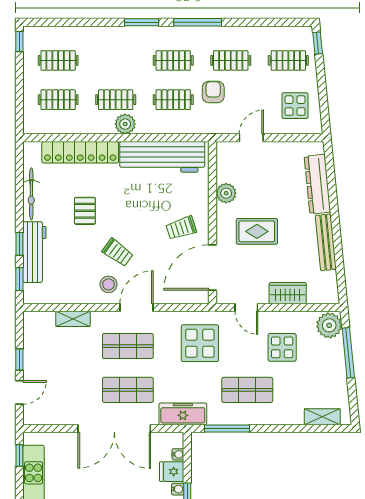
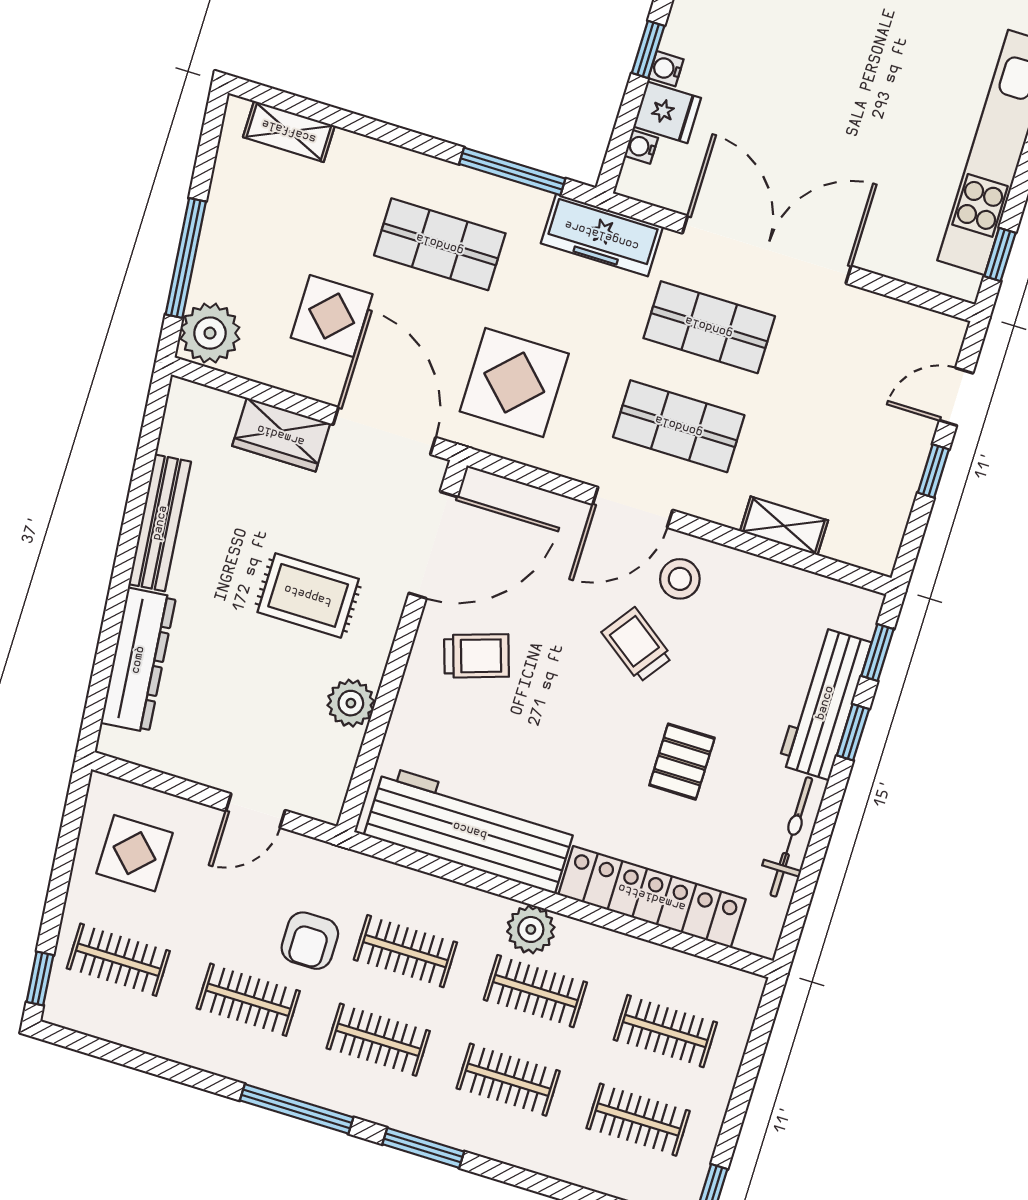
clothes rail: (116, 60) -> (508, 1080), added
door: (246, 307) -> (384, 431), width x1.88

